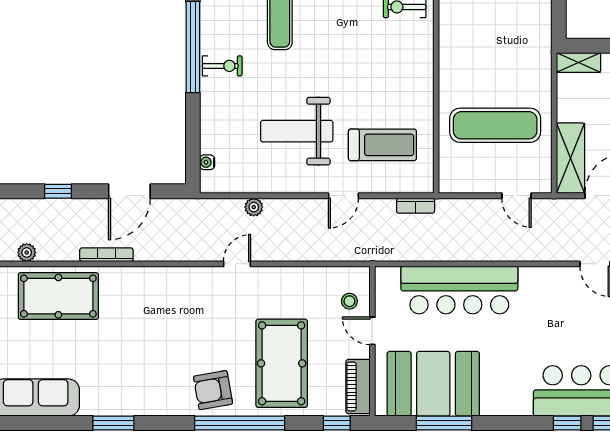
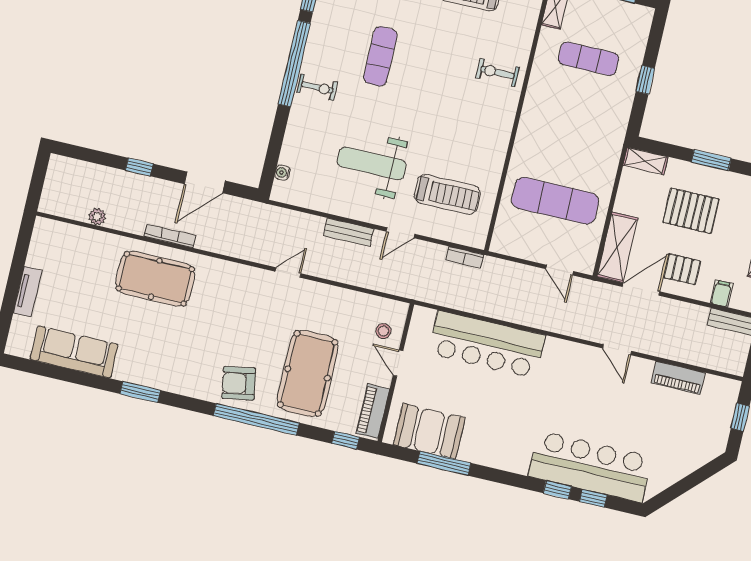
plant: (254, 207) -> (316, 224), removed
bench: (290, 208) -> (349, 232), added
pool table: (58, 296) -> (155, 279), moved
booth: (433, 384) -> (429, 431), width x0.73, depth x0.70

